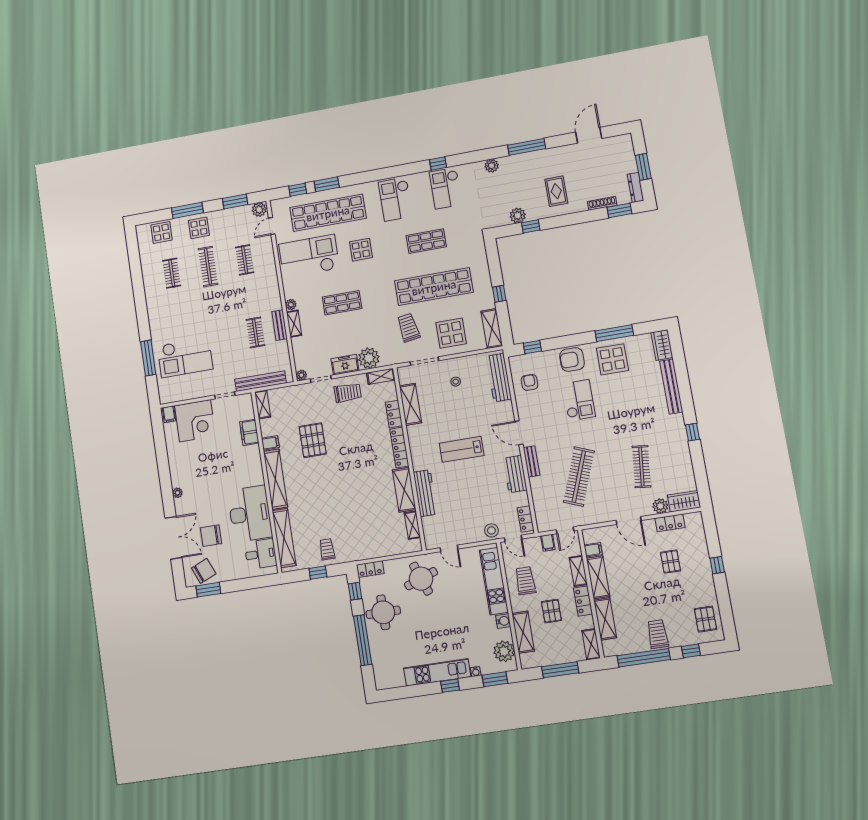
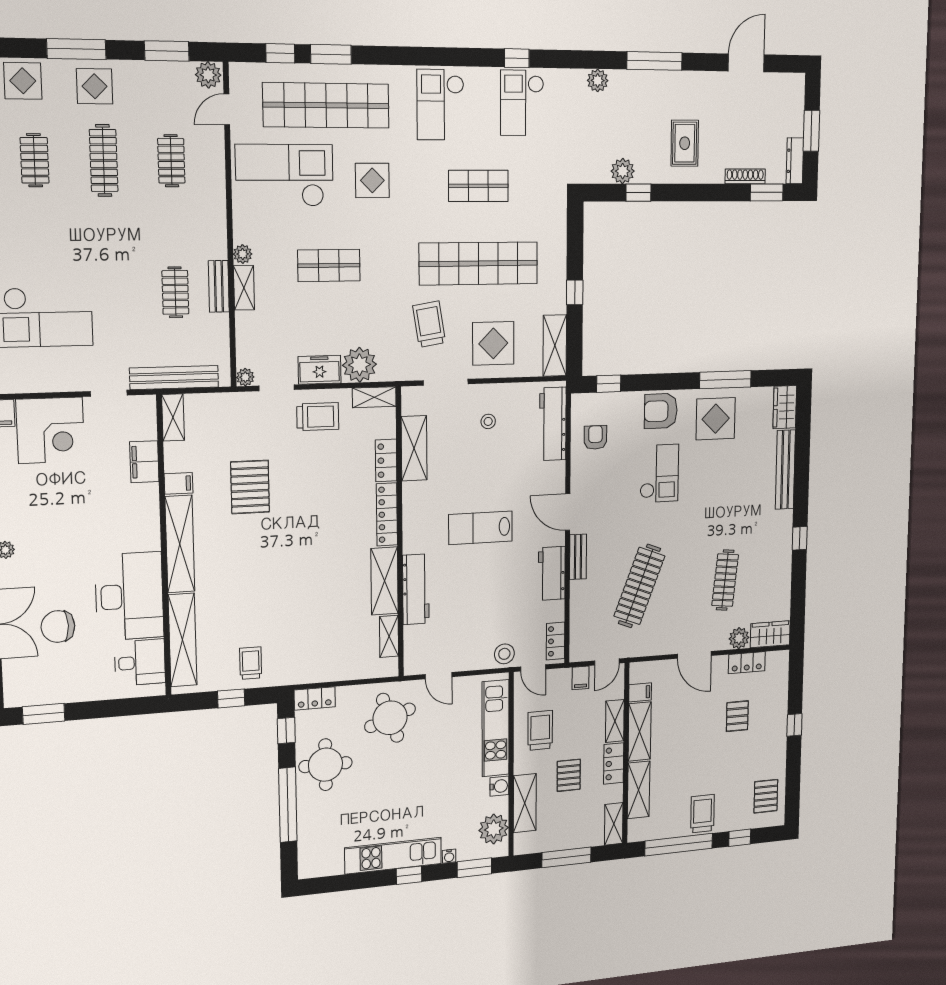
chair: (204, 571) -> (39, 683), removed

